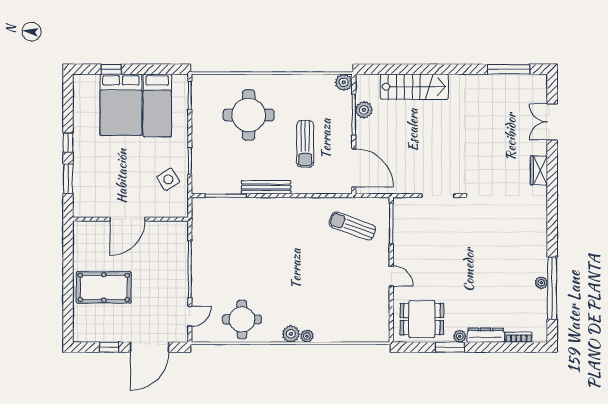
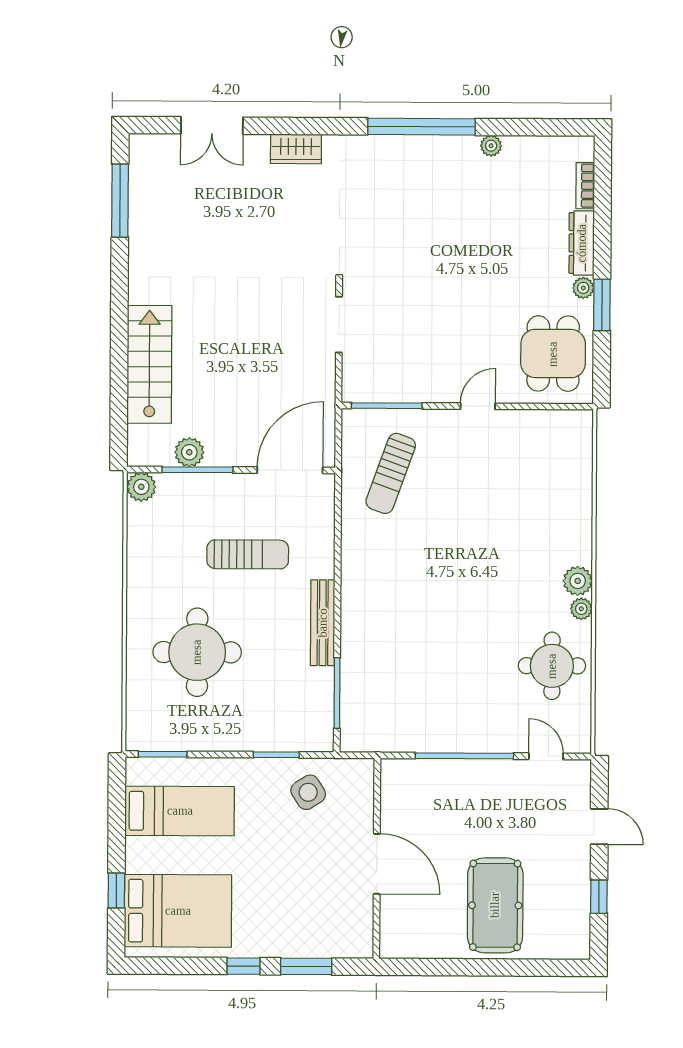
bed: (121, 105) -> (178, 911), moved
window: (552, 288) -> (422, 127), moved
plant: (307, 336) -> (581, 609), moved
door: (150, 347) -> (599, 827), width x0.53

